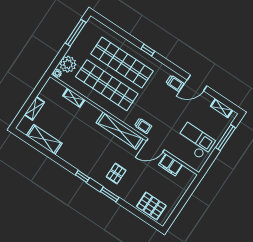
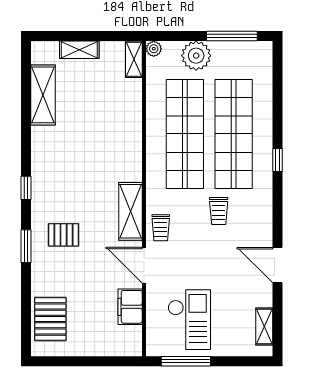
plant: (68, 64) -> (196, 56), moved
trolley: (175, 83) -> (219, 211), moved
shelving: (74, 98) -> (134, 59), moved
shelving: (120, 131) -> (130, 211), width x0.68
window: (226, 138) -> (186, 361), moved

